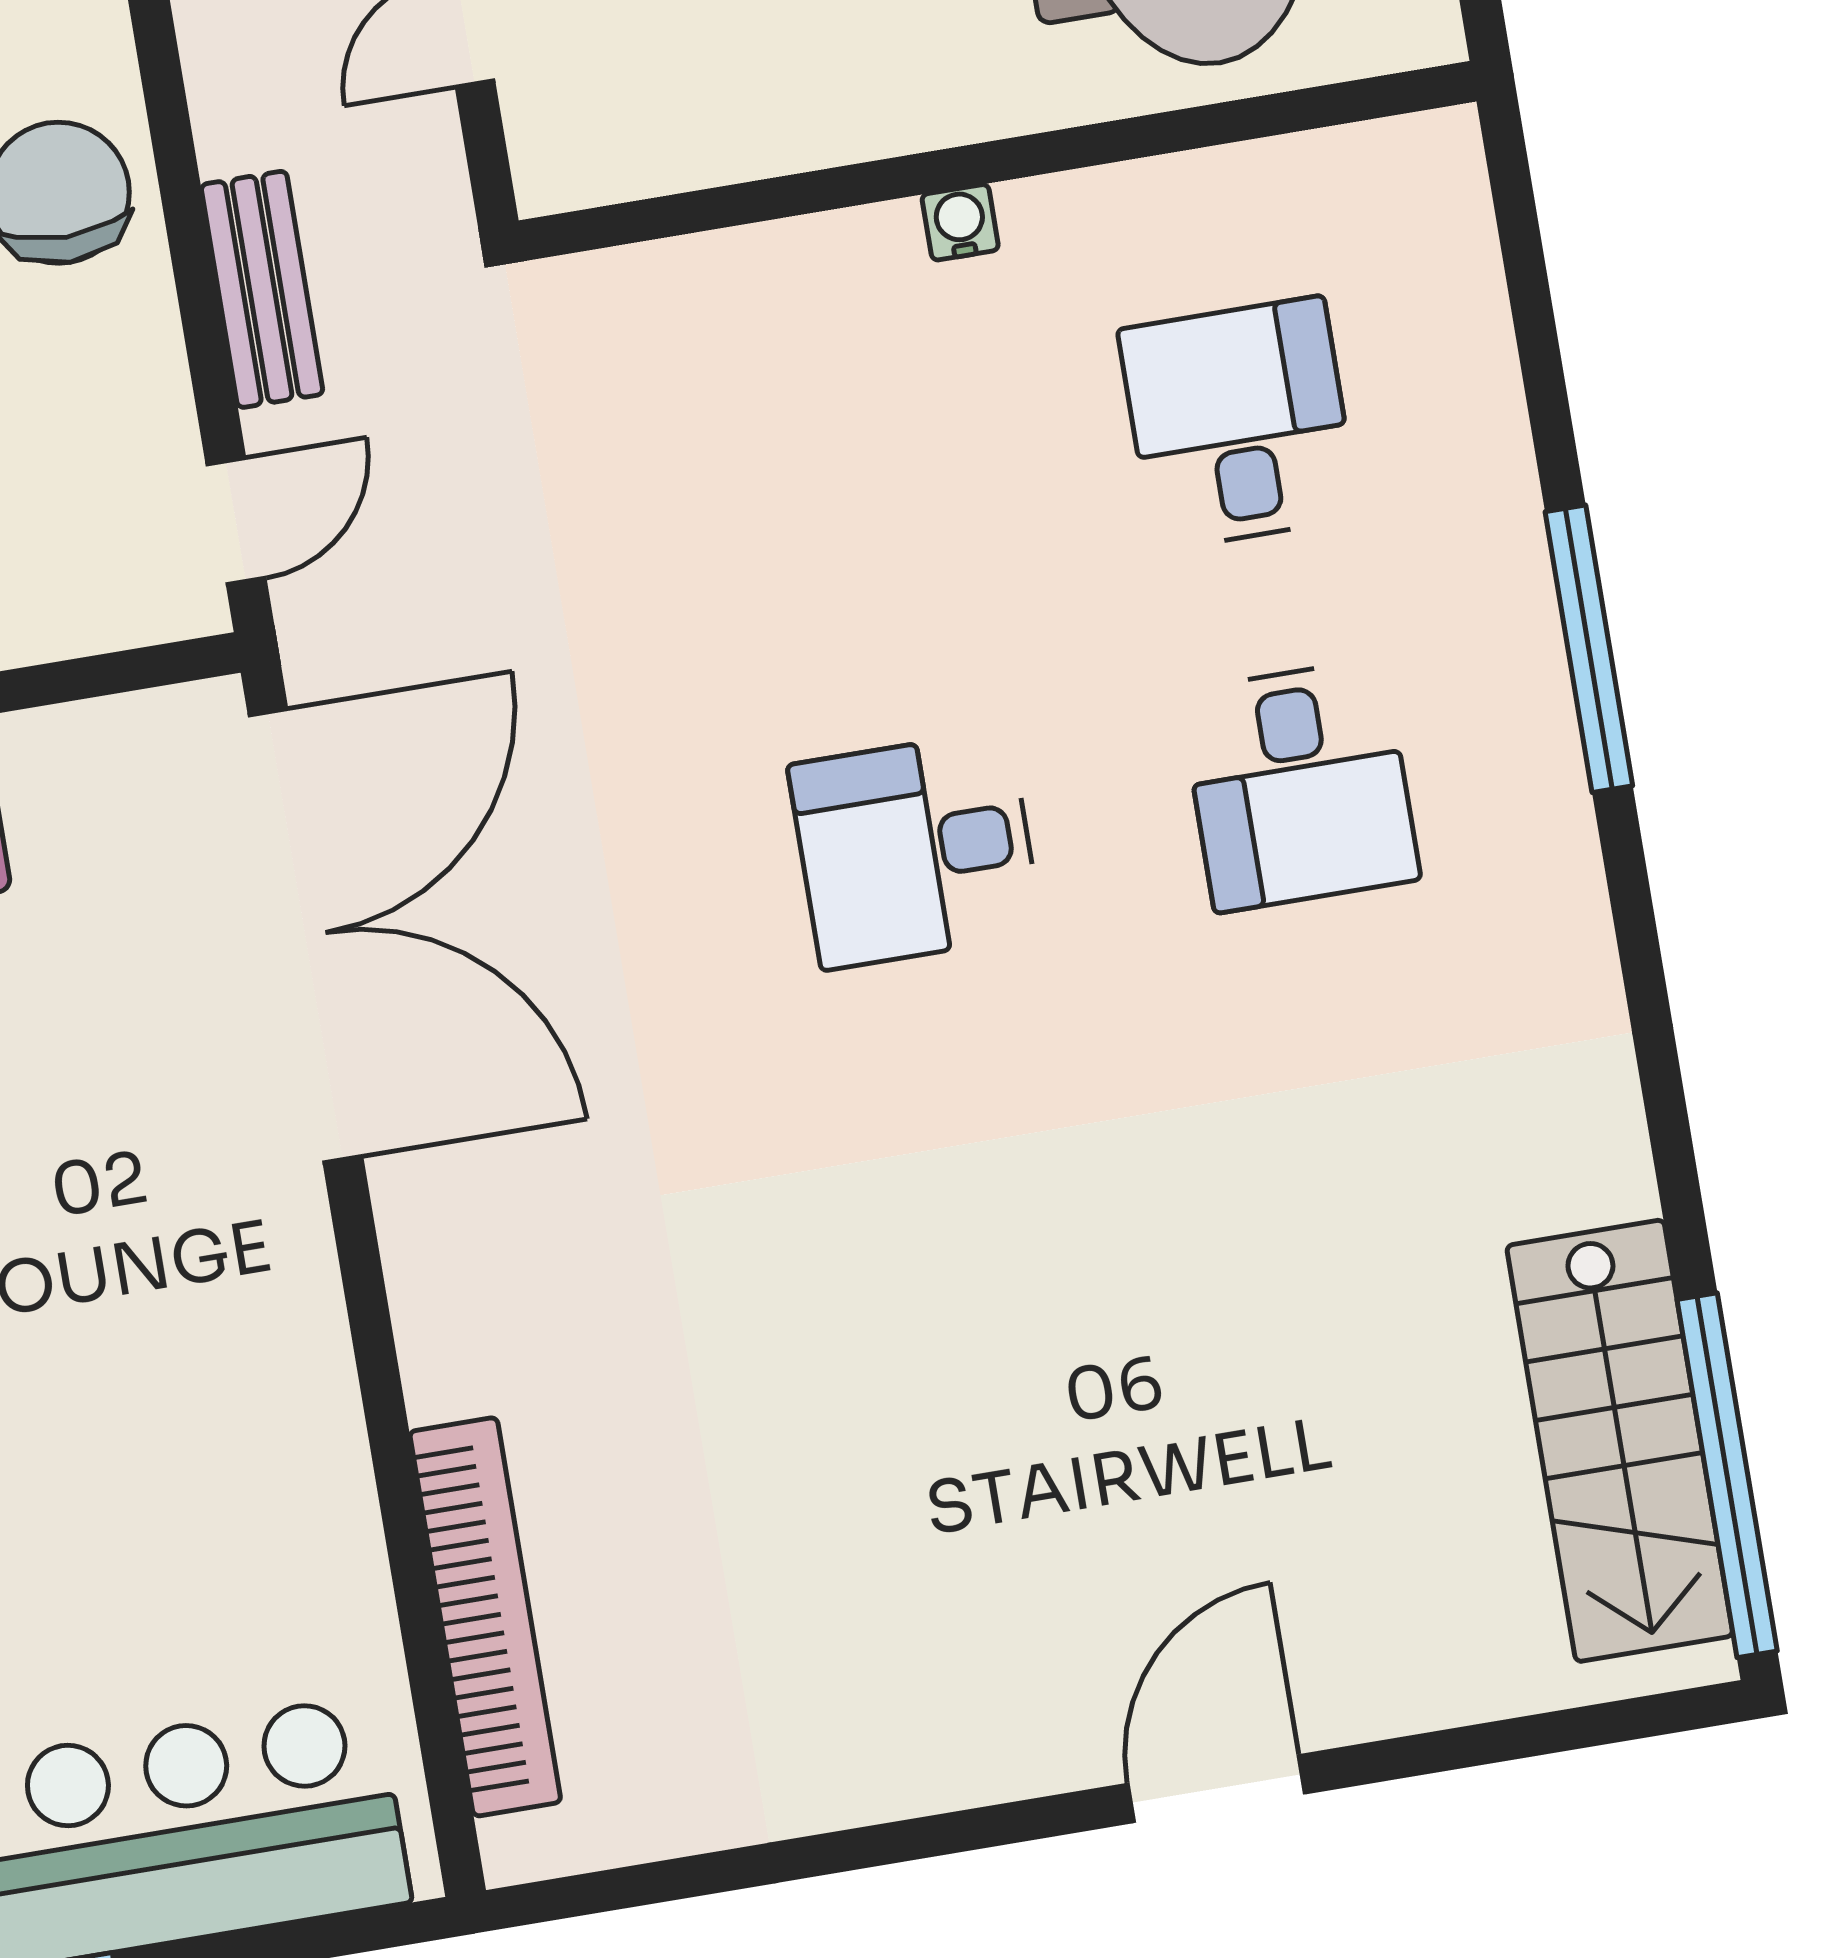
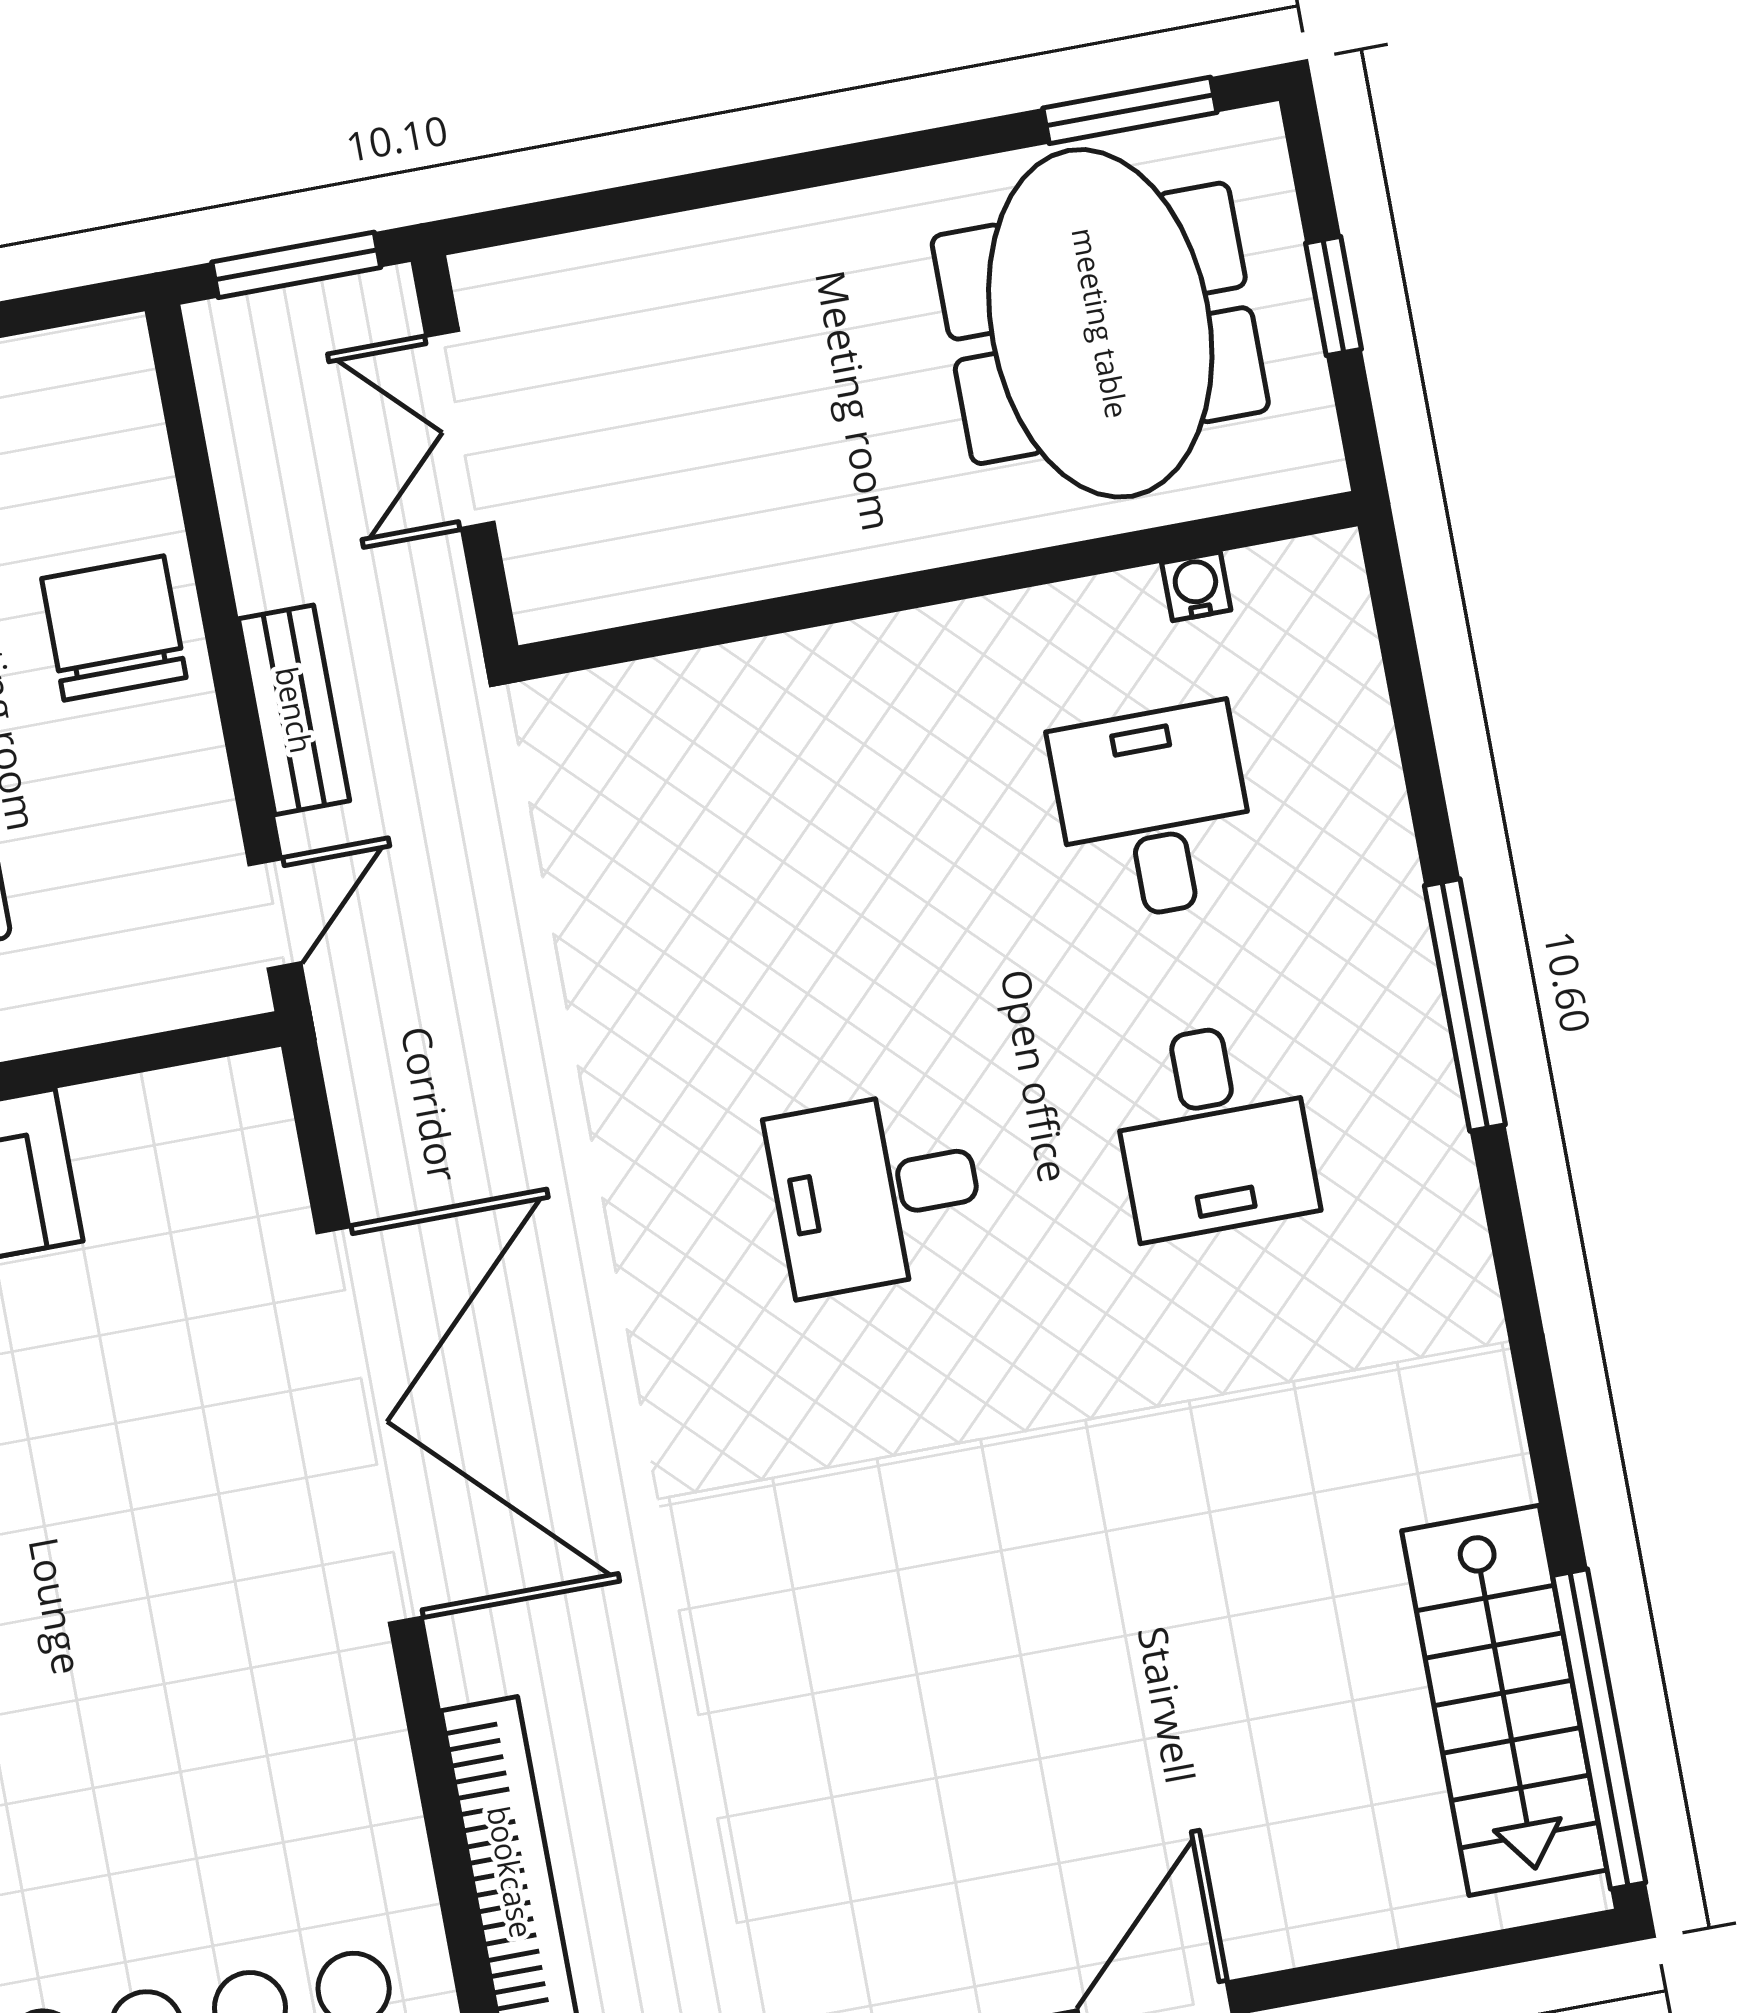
water cooler: (960, 222) -> (1196, 586), moved
double door: (305, 936) -> (370, 1425), moved

